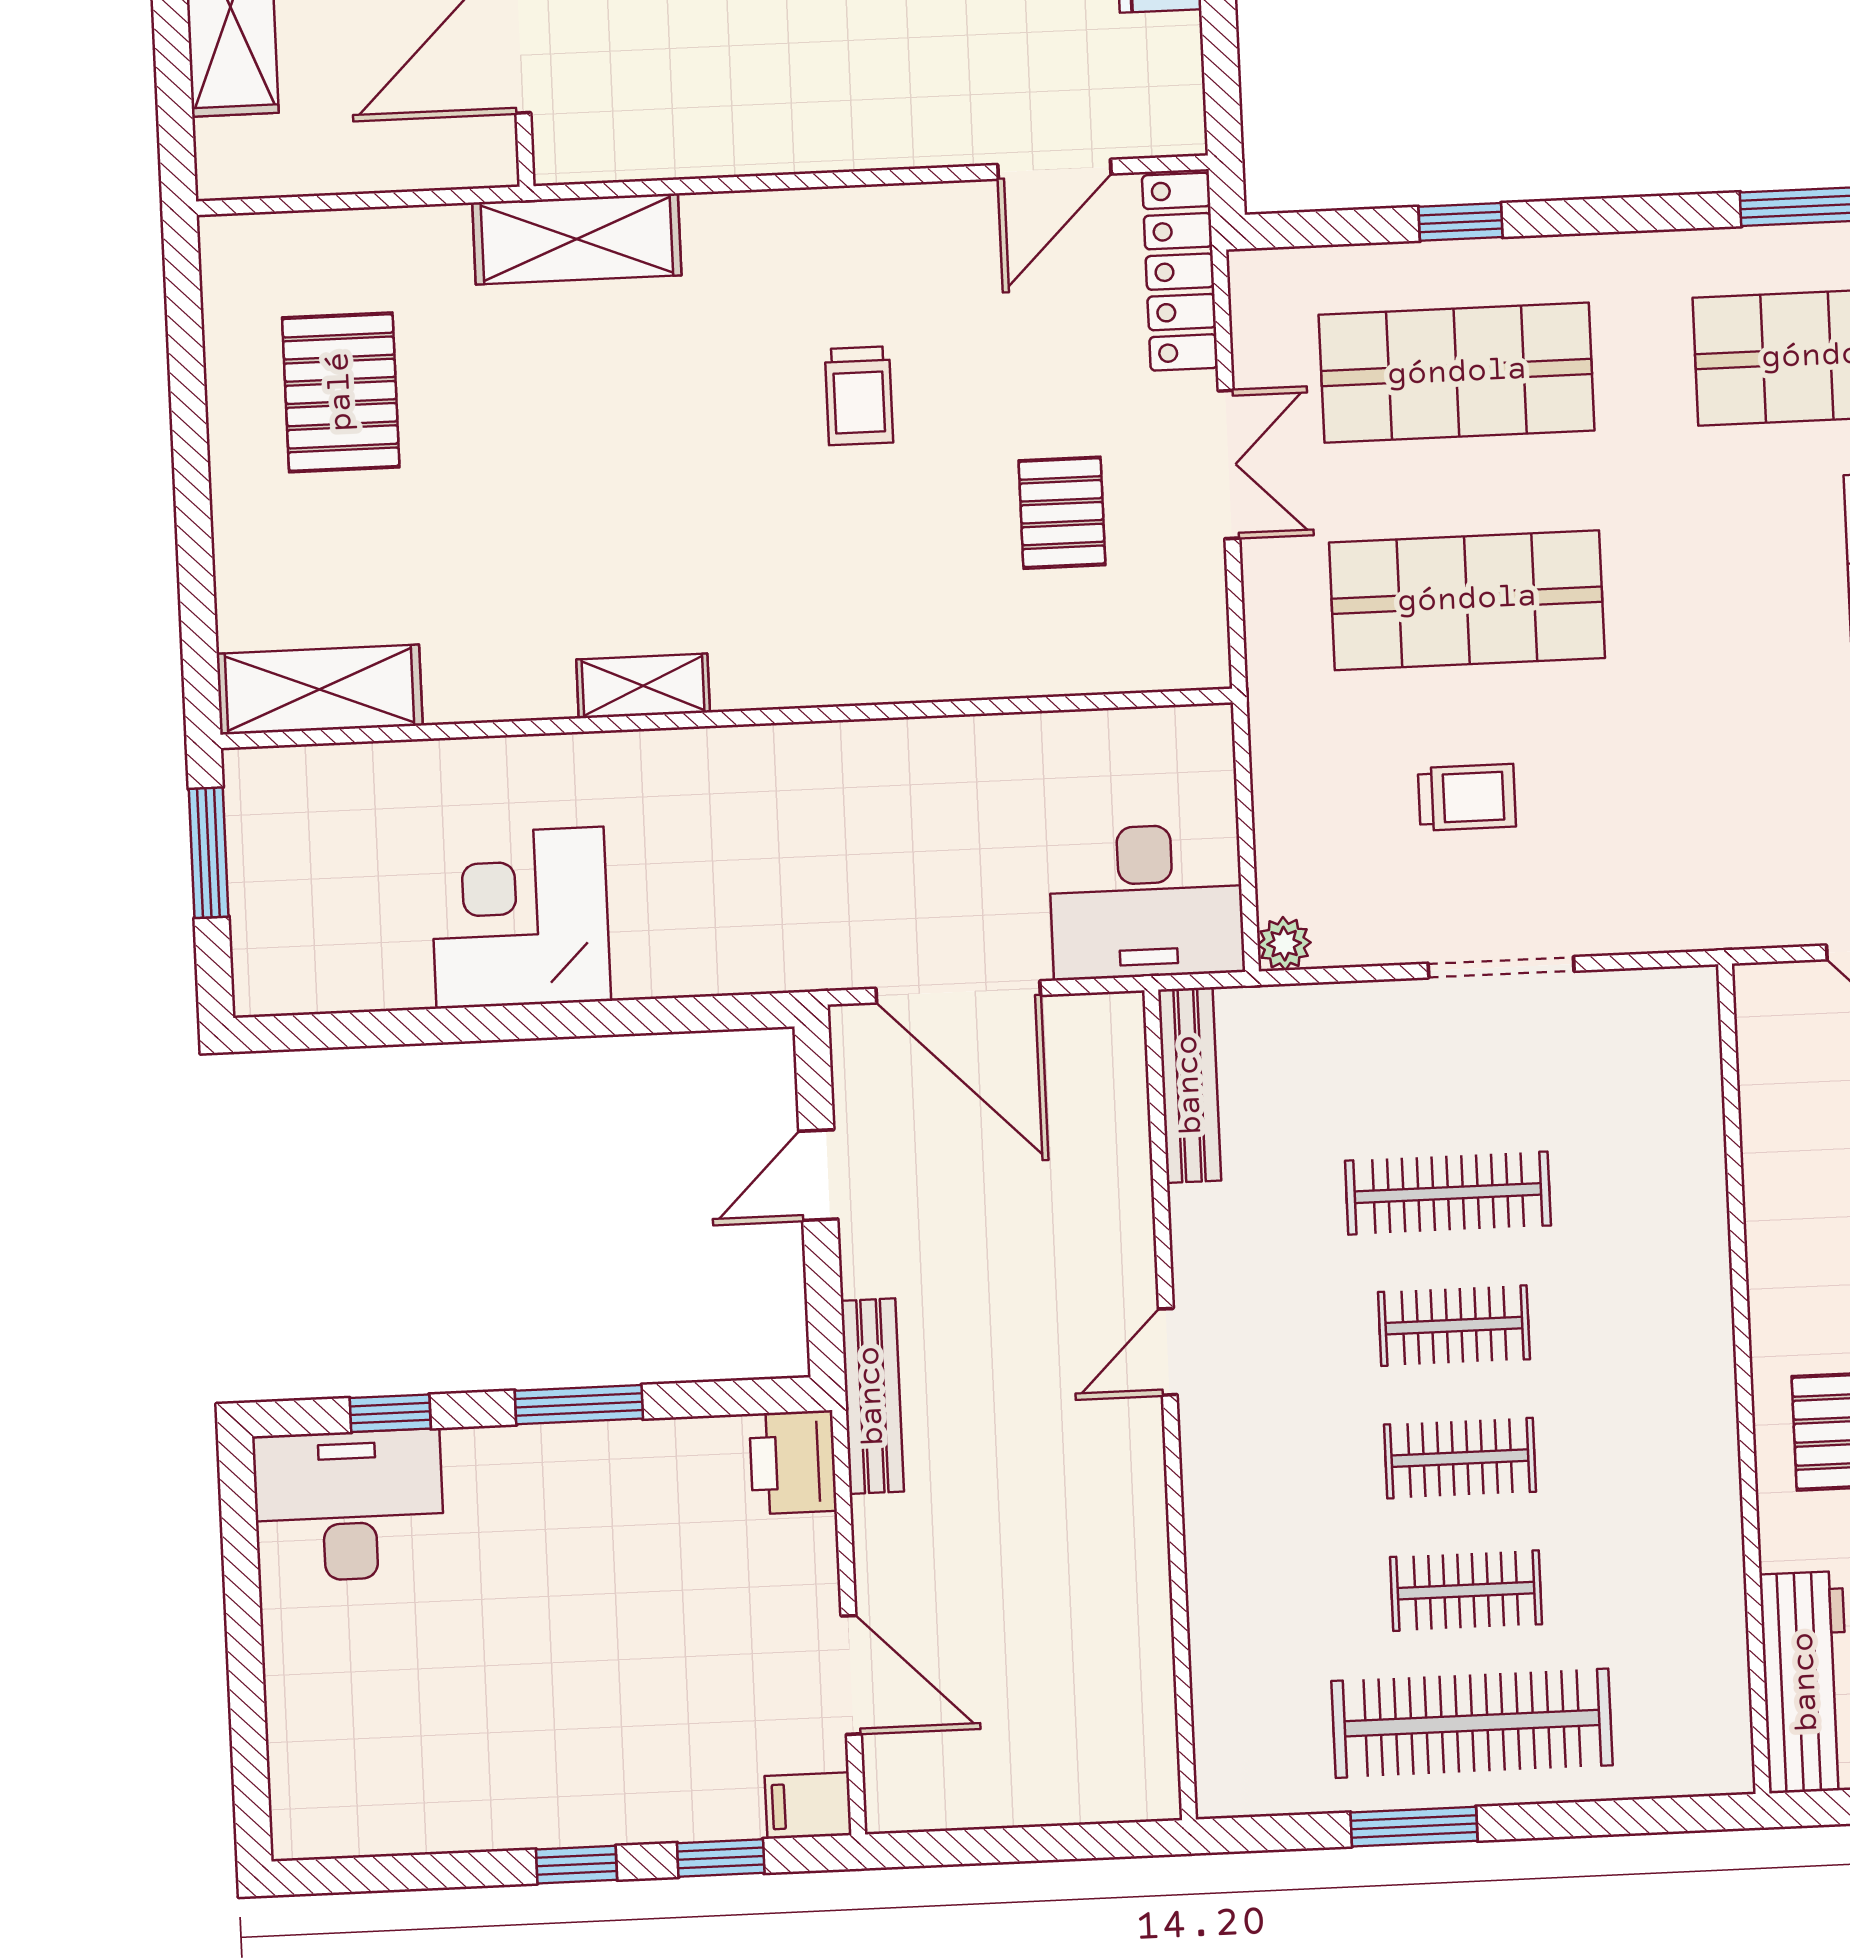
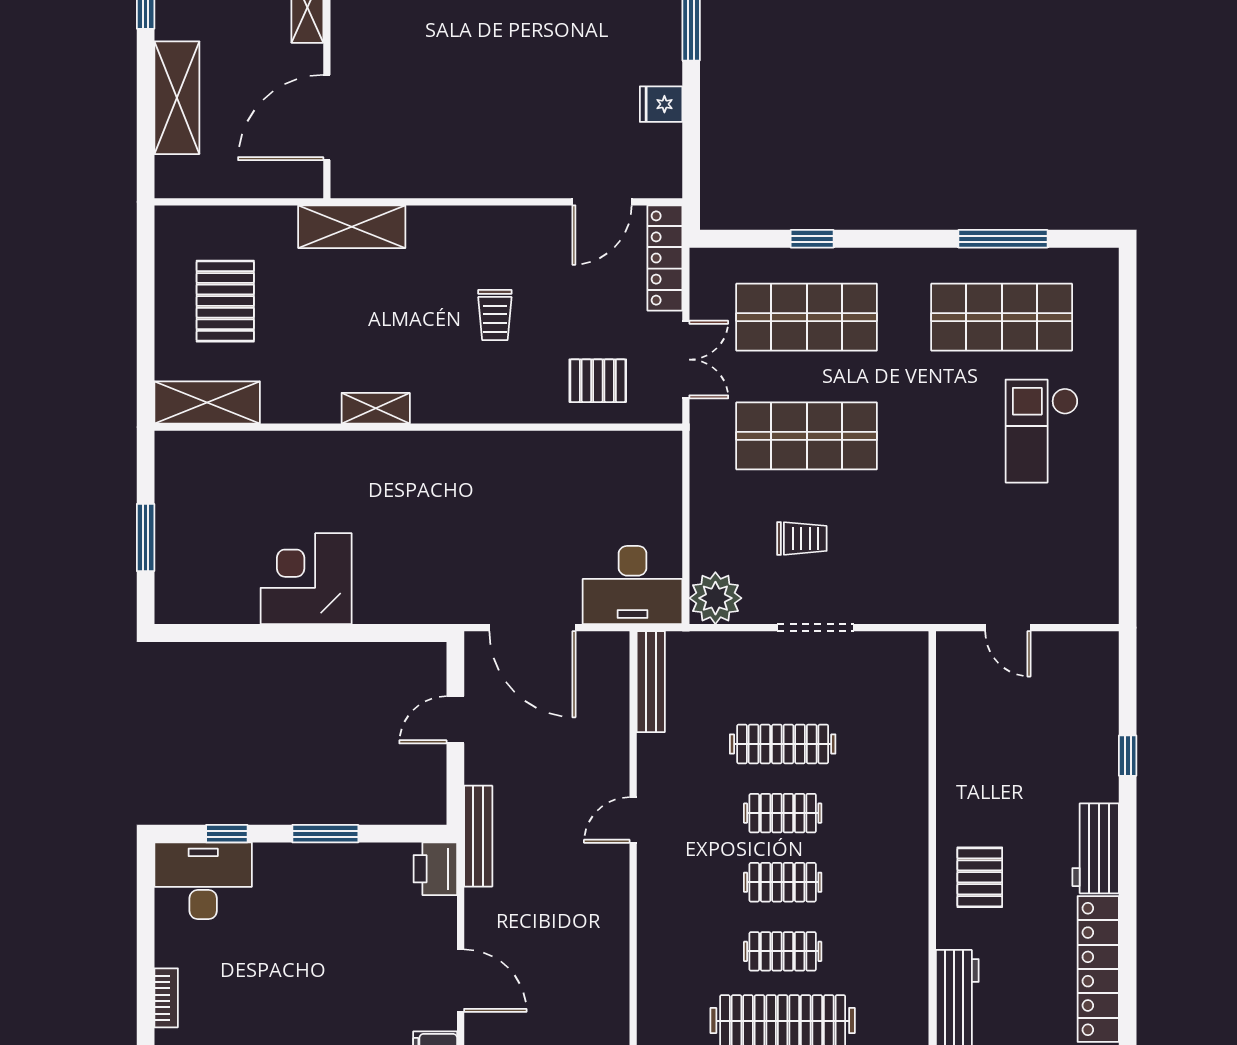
pallet: (1062, 513) -> (598, 381), turned 90
shelving: (643, 686) -> (376, 408), moved
shelving: (320, 690) -> (207, 402), moved
wall: (727, 718) -> (418, 427), moved
plant: (1284, 944) -> (715, 598), width x1.88, depth x1.88
bookcase: (288, 1733) -> (166, 998), added

